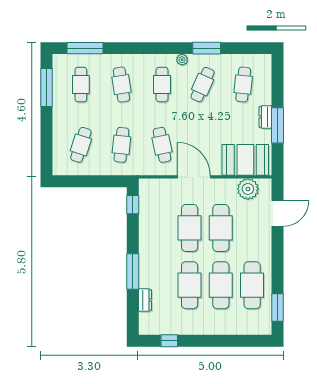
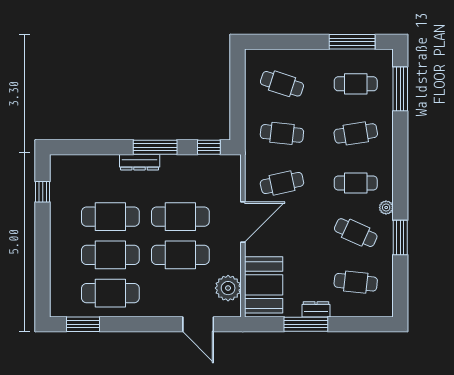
window: (133, 271) -> (155, 147), moved
dresser: (145, 300) -> (140, 162), moved, width x1.44

